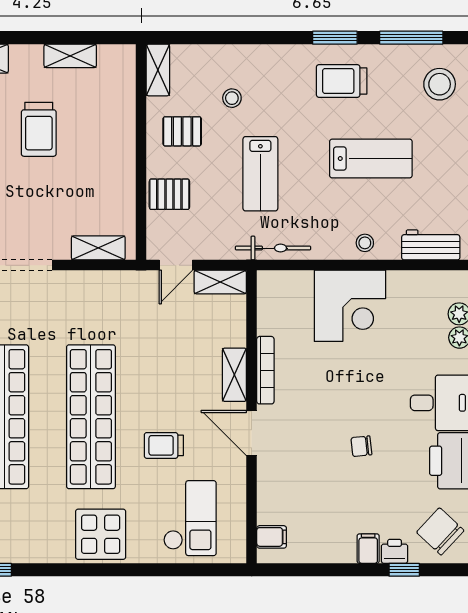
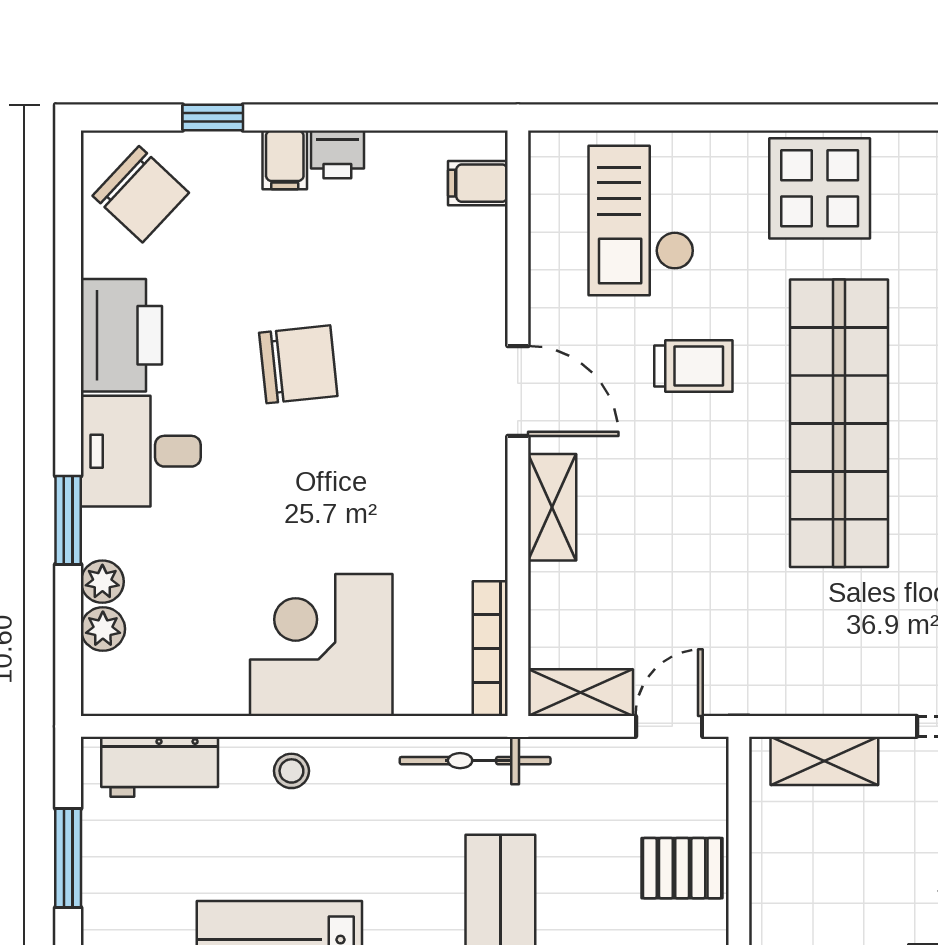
bookcase: (265, 370) -> (490, 649), moved
chair: (361, 446) -> (298, 364), width x1.87, depth x1.87
printer: (395, 551) -> (337, 154), moved

